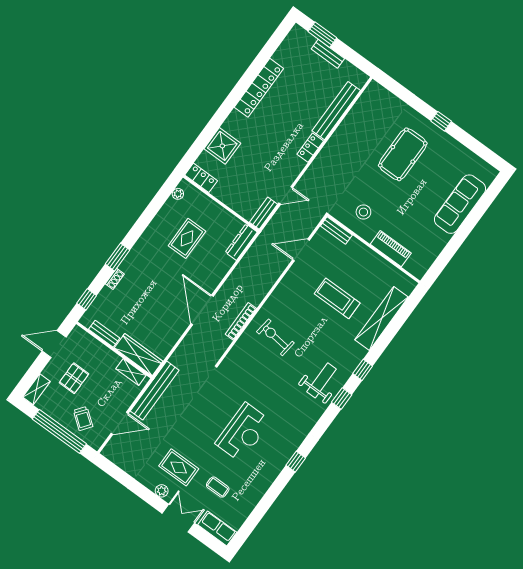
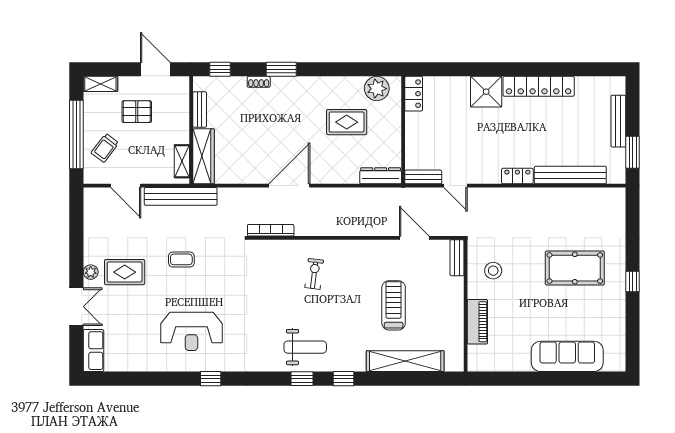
window: (322, 35) -> (633, 152), moved
bench: (328, 54) -> (618, 121), width x1.36
shower: (222, 146) -> (486, 92), moved
plant: (178, 194) -> (377, 89), width x1.87, depth x1.87
bookcase: (241, 321) -> (271, 230), moved
exercise bike: (275, 337) -> (314, 274), width x0.73, depth x0.72
reception desk: (243, 432) -> (191, 331), moved
rug: (179, 467) -> (125, 272), turned 90
coffee table: (218, 487) -> (181, 259), moved, turned 90

